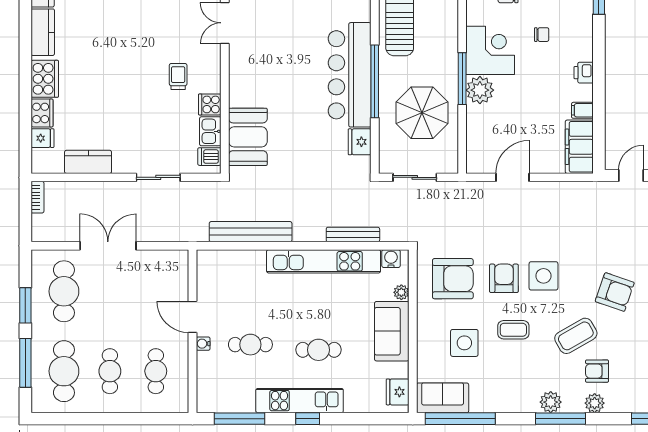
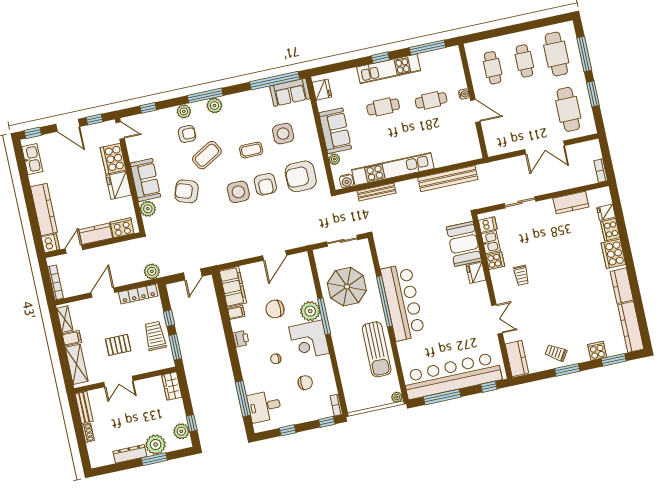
chair: (528, 103) -> (275, 309), added
fridge: (360, 142) -> (476, 273), moved, turned 180

